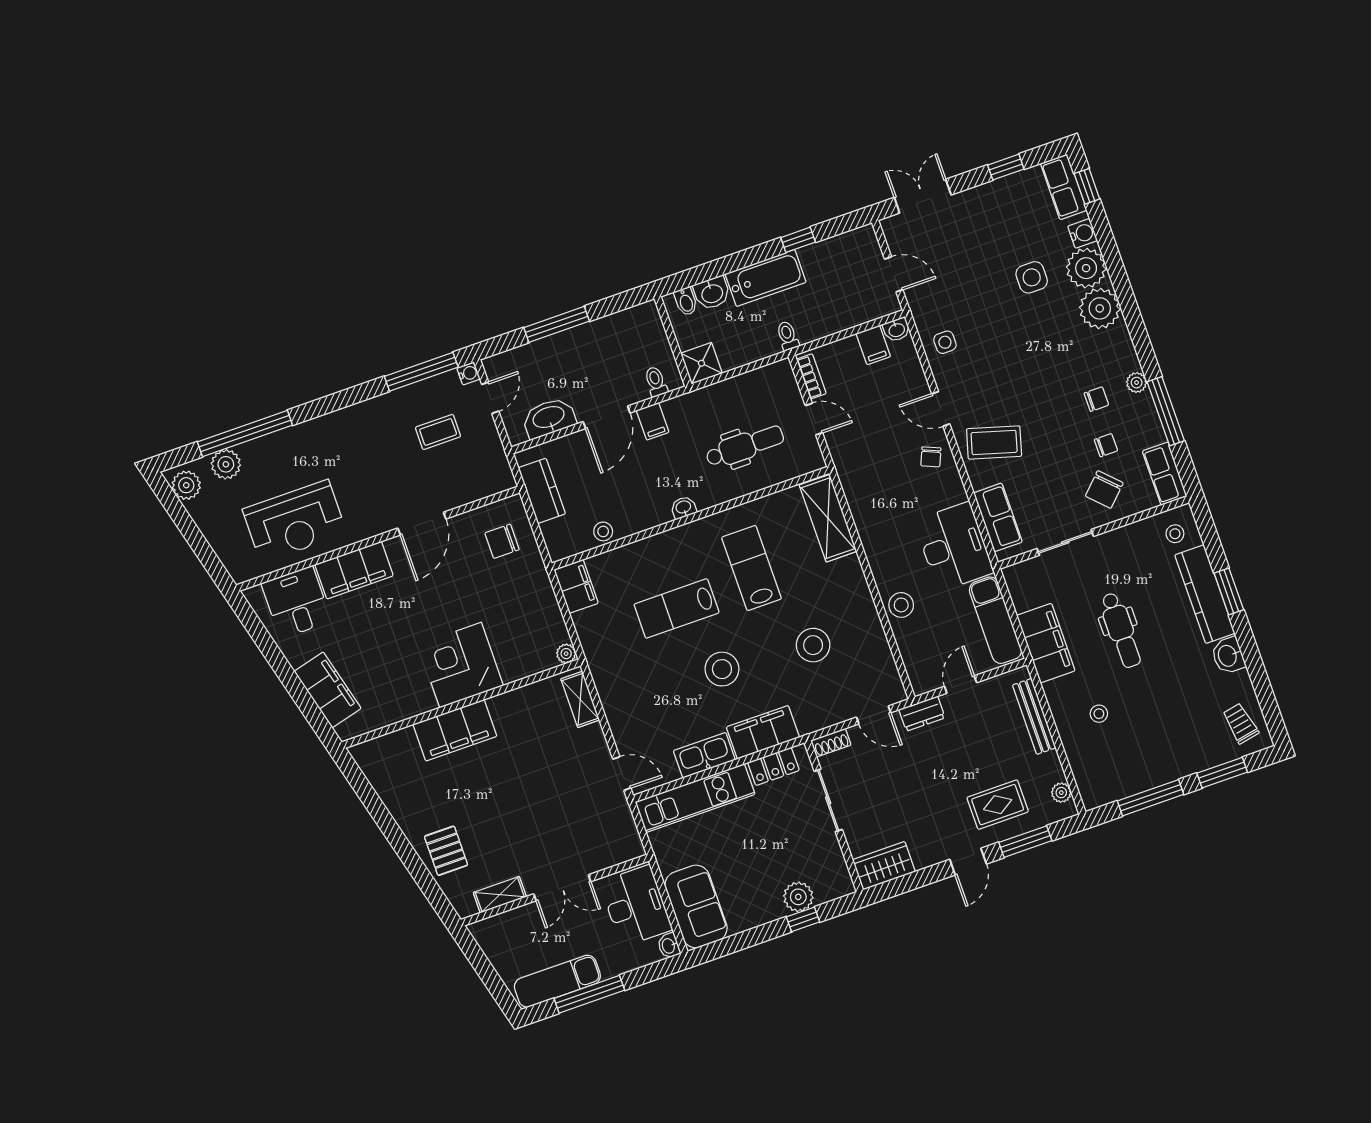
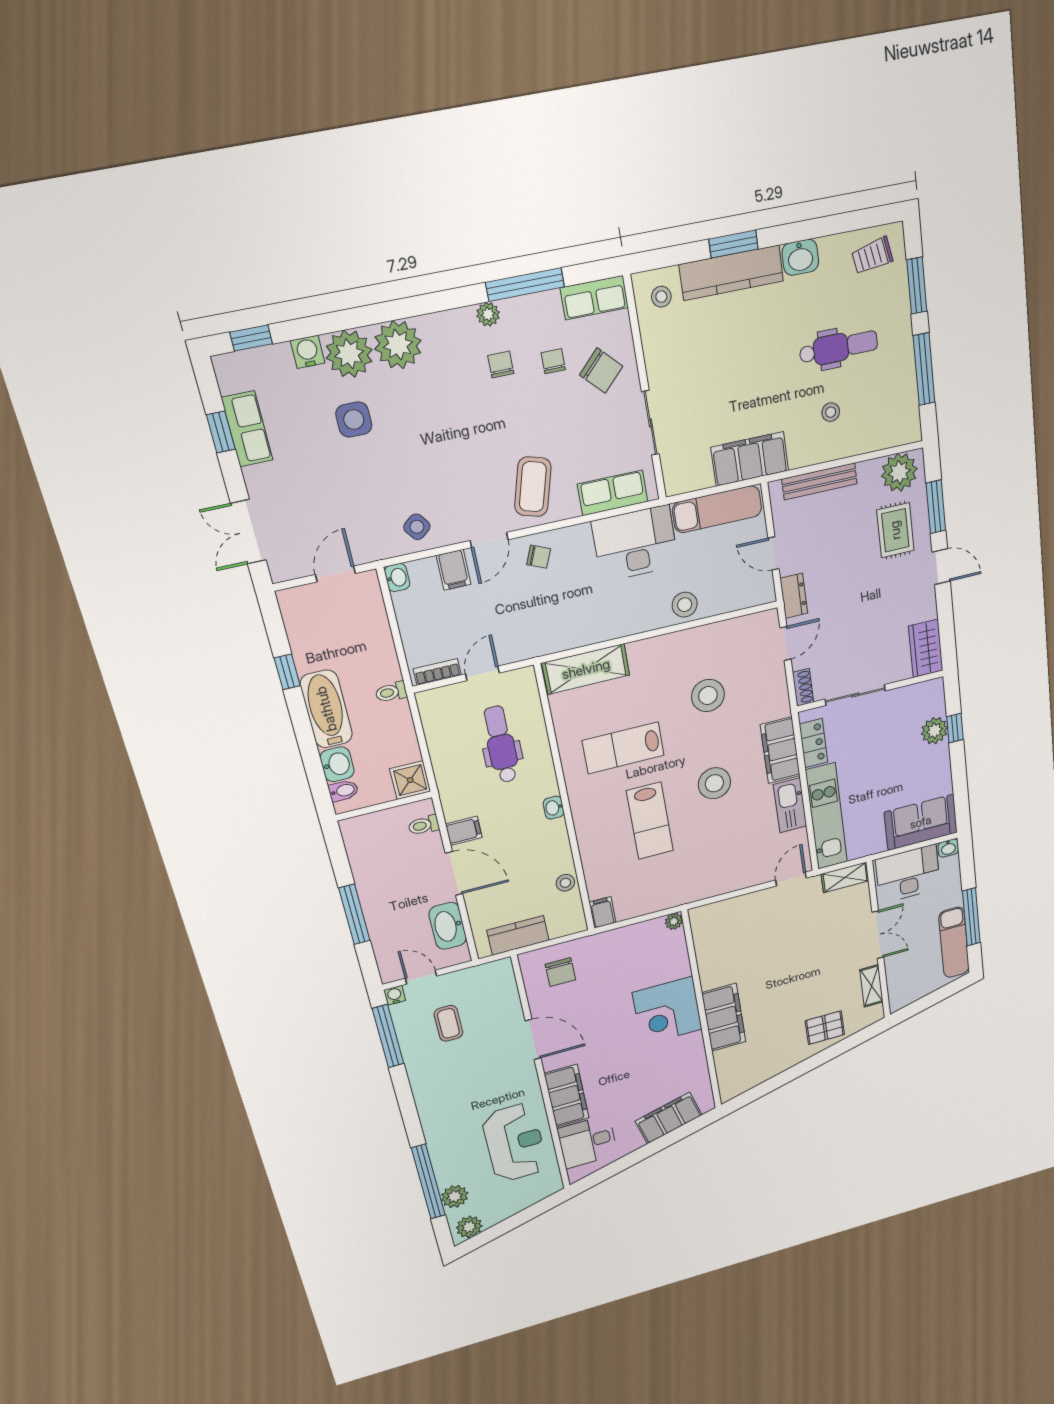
row of seats: (1064, 187) -> (247, 429), moved, turned -90
side table: (945, 342) -> (417, 527), turned -37
filing cabinet: (873, 345) -> (454, 570), moved, turned 90
filing cabinet: (576, 586) -> (602, 912), width x0.50
dental chair: (1121, 630) -> (839, 348), moved
shelving: (580, 699) -> (845, 877), moved
plant: (1061, 793) -> (899, 472), width x1.88, depth x1.88

